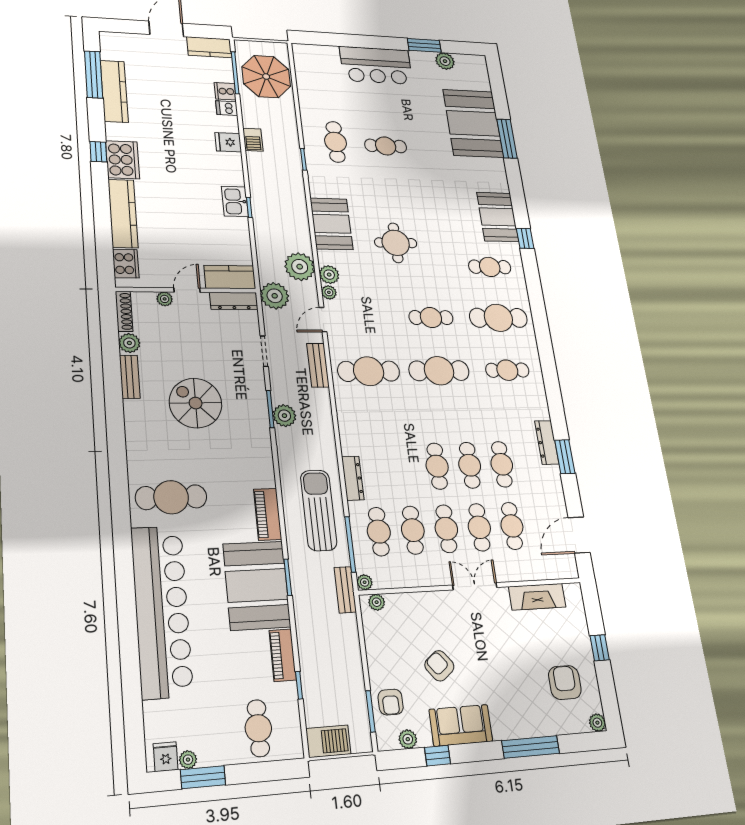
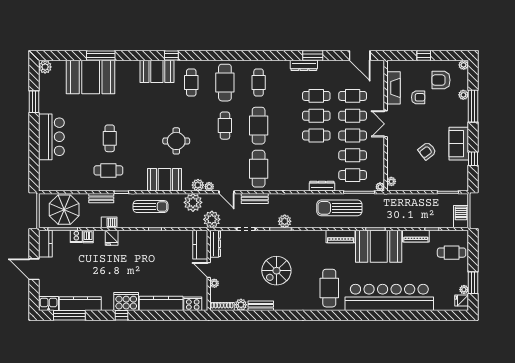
plant: (445, 61) -> (45, 67), moved
kitchen sink: (235, 201) -> (49, 303), moved, turned 180
sun lounger: (285, 202) -> (151, 207), added
bench: (345, 590) -> (101, 198), moved
armchair: (391, 702) -> (418, 97), moved
plant: (408, 739) -> (463, 95), moved

